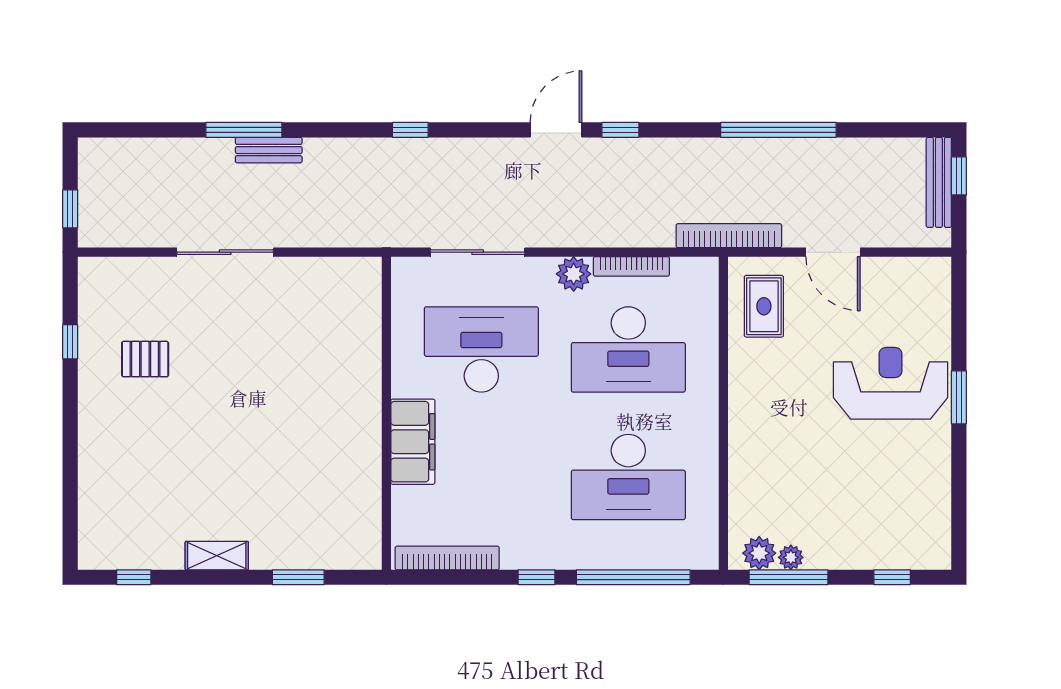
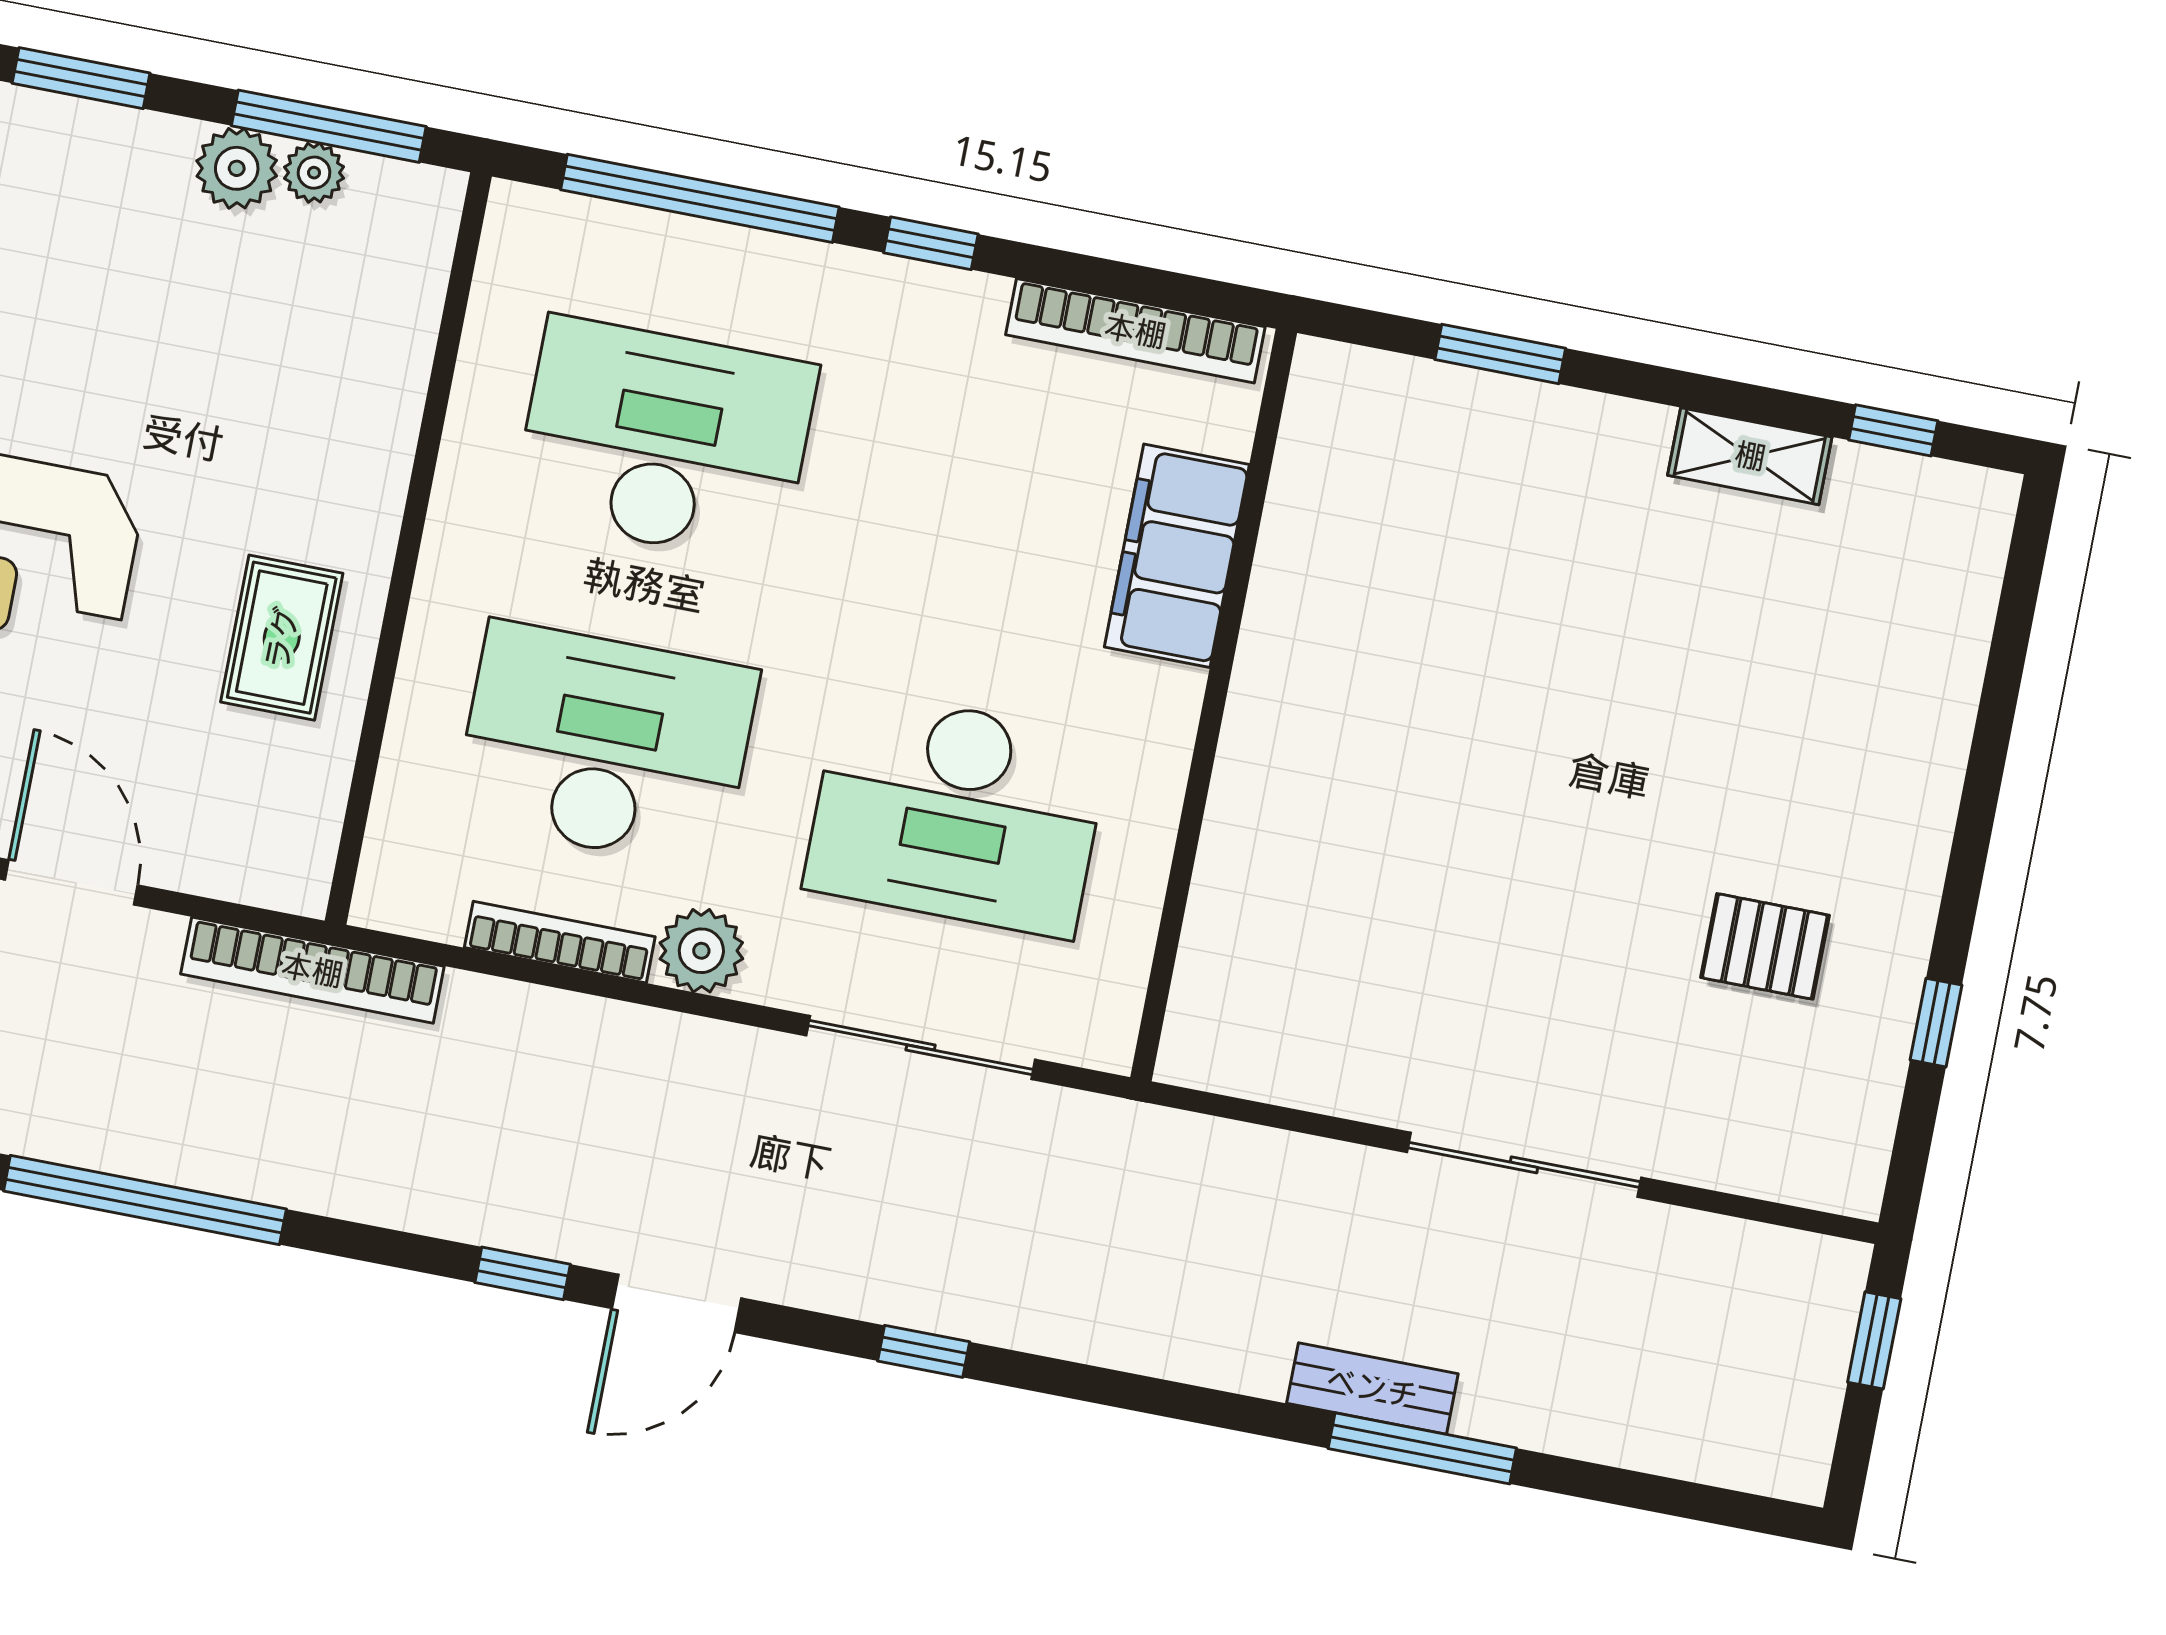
window: (410, 130) -> (924, 1351), moved
rug: (764, 306) -> (282, 638), moved
filing cabinet: (413, 442) -> (1177, 556), moved
plant: (759, 553) -> (237, 168), moved
shelving: (217, 556) -> (1750, 456), moved
window: (892, 577) -> (81, 78), width x1.50

